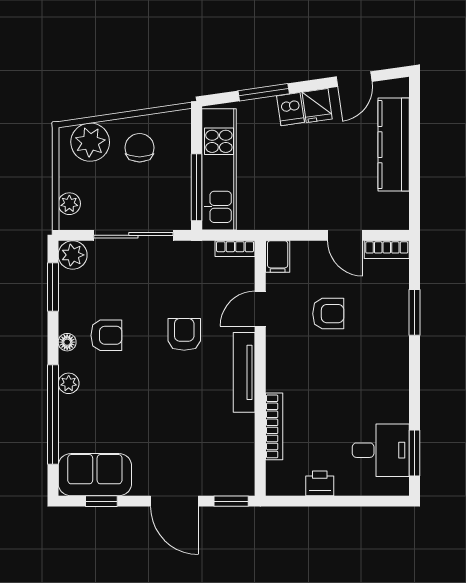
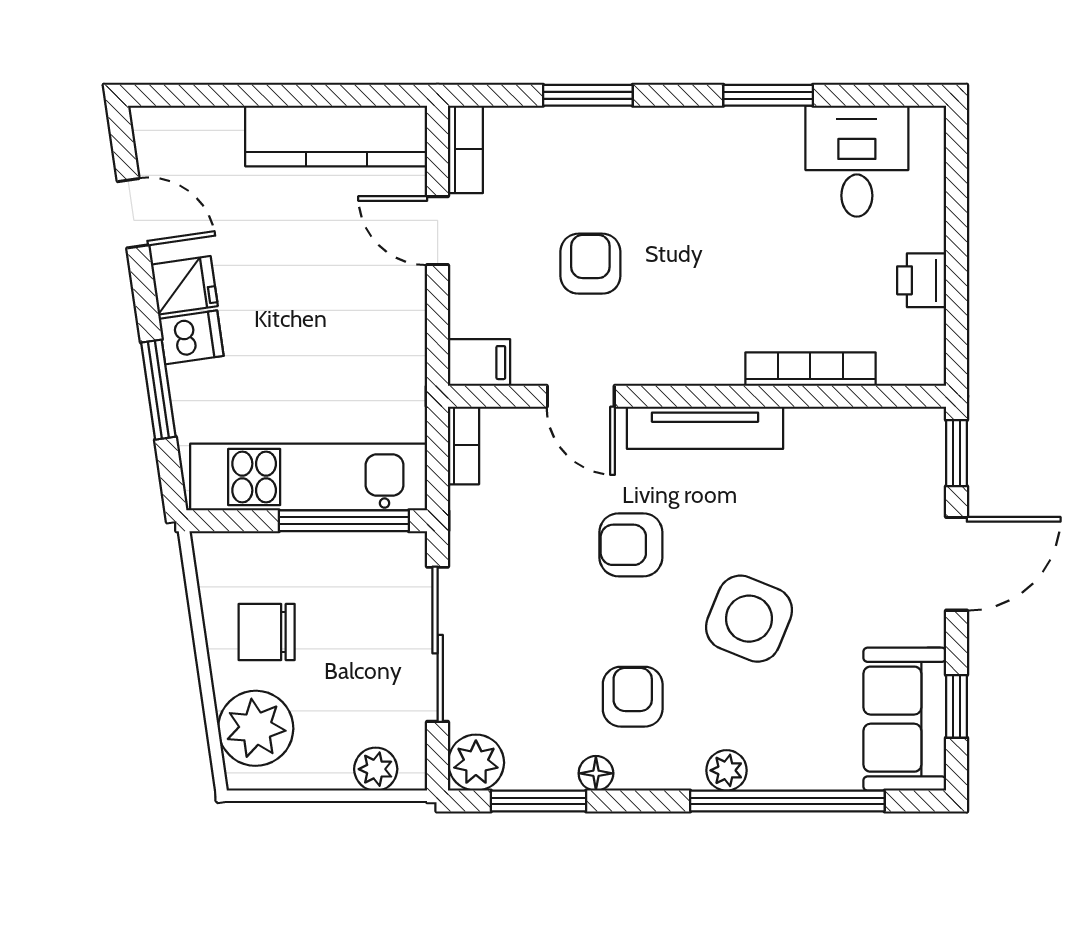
kitchen counter: (394, 145) -> (336, 136), moved
door: (345, 235) -> (438, 231), swing flipped
floor lamp: (67, 342) -> (596, 773), moved
side table: (146, 395) -> (749, 619), added
window: (414, 453) -> (768, 95), moved

